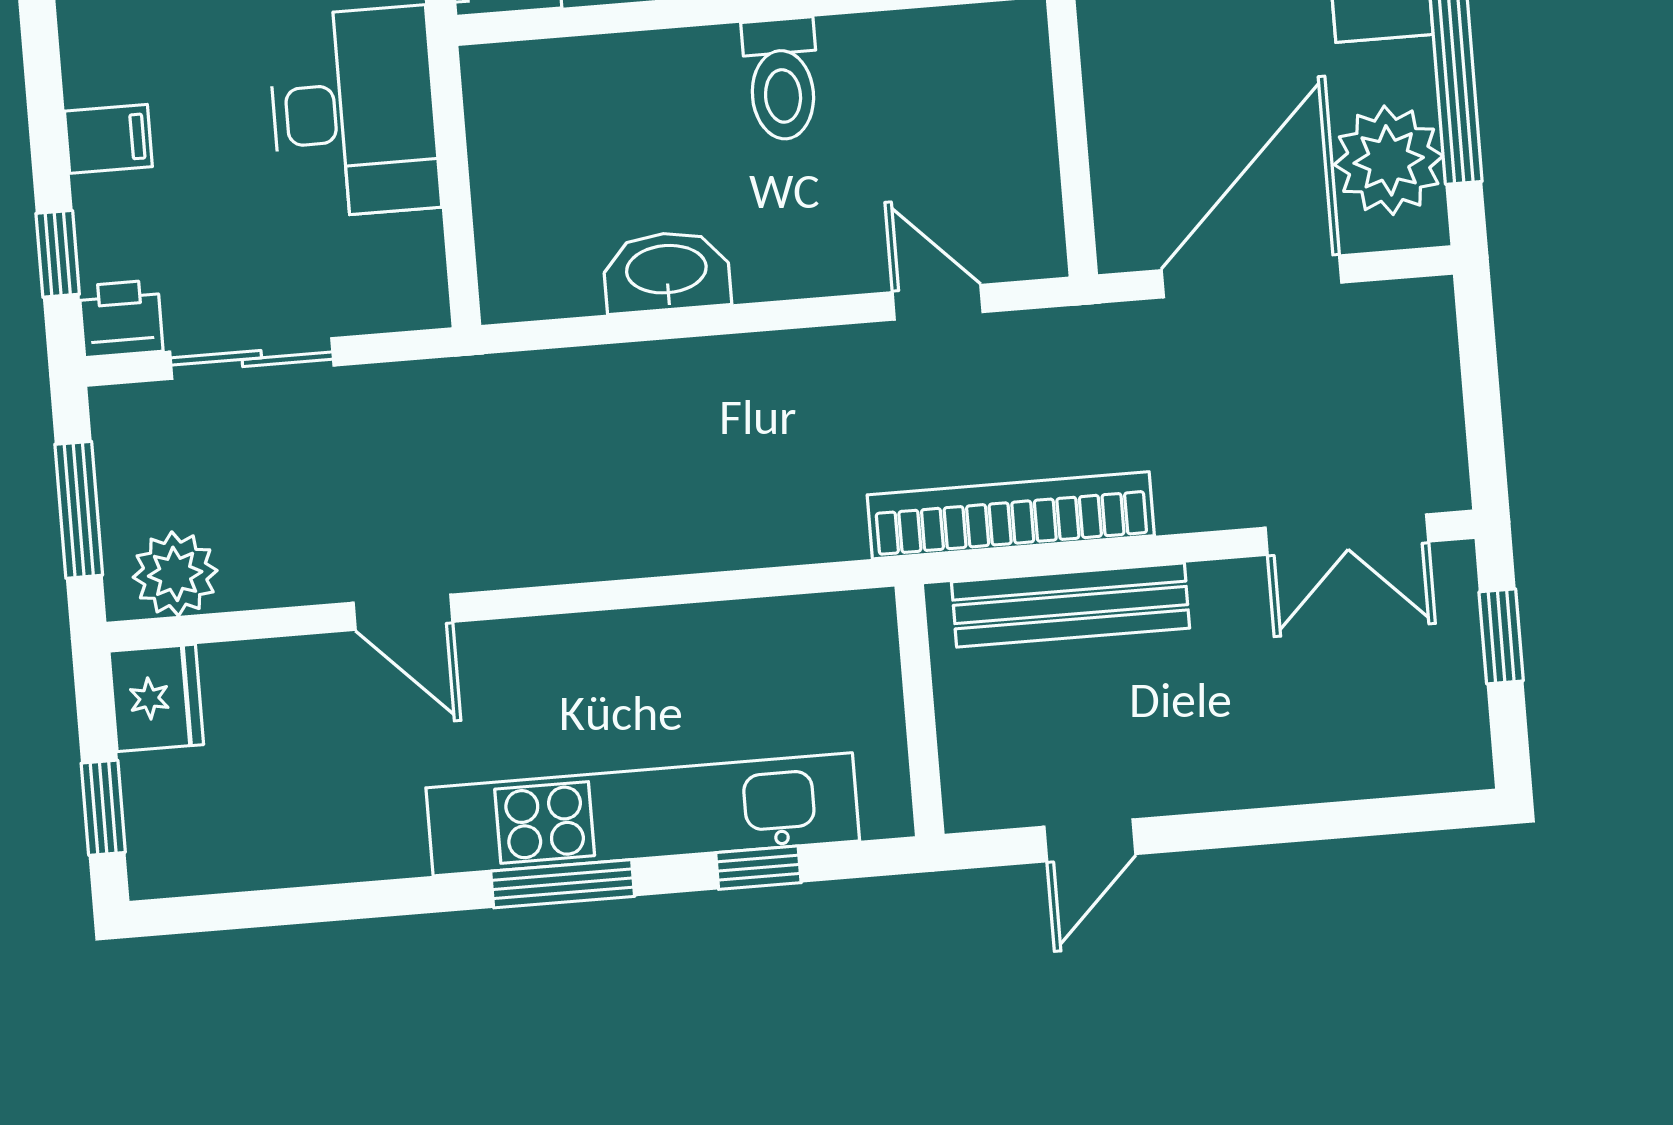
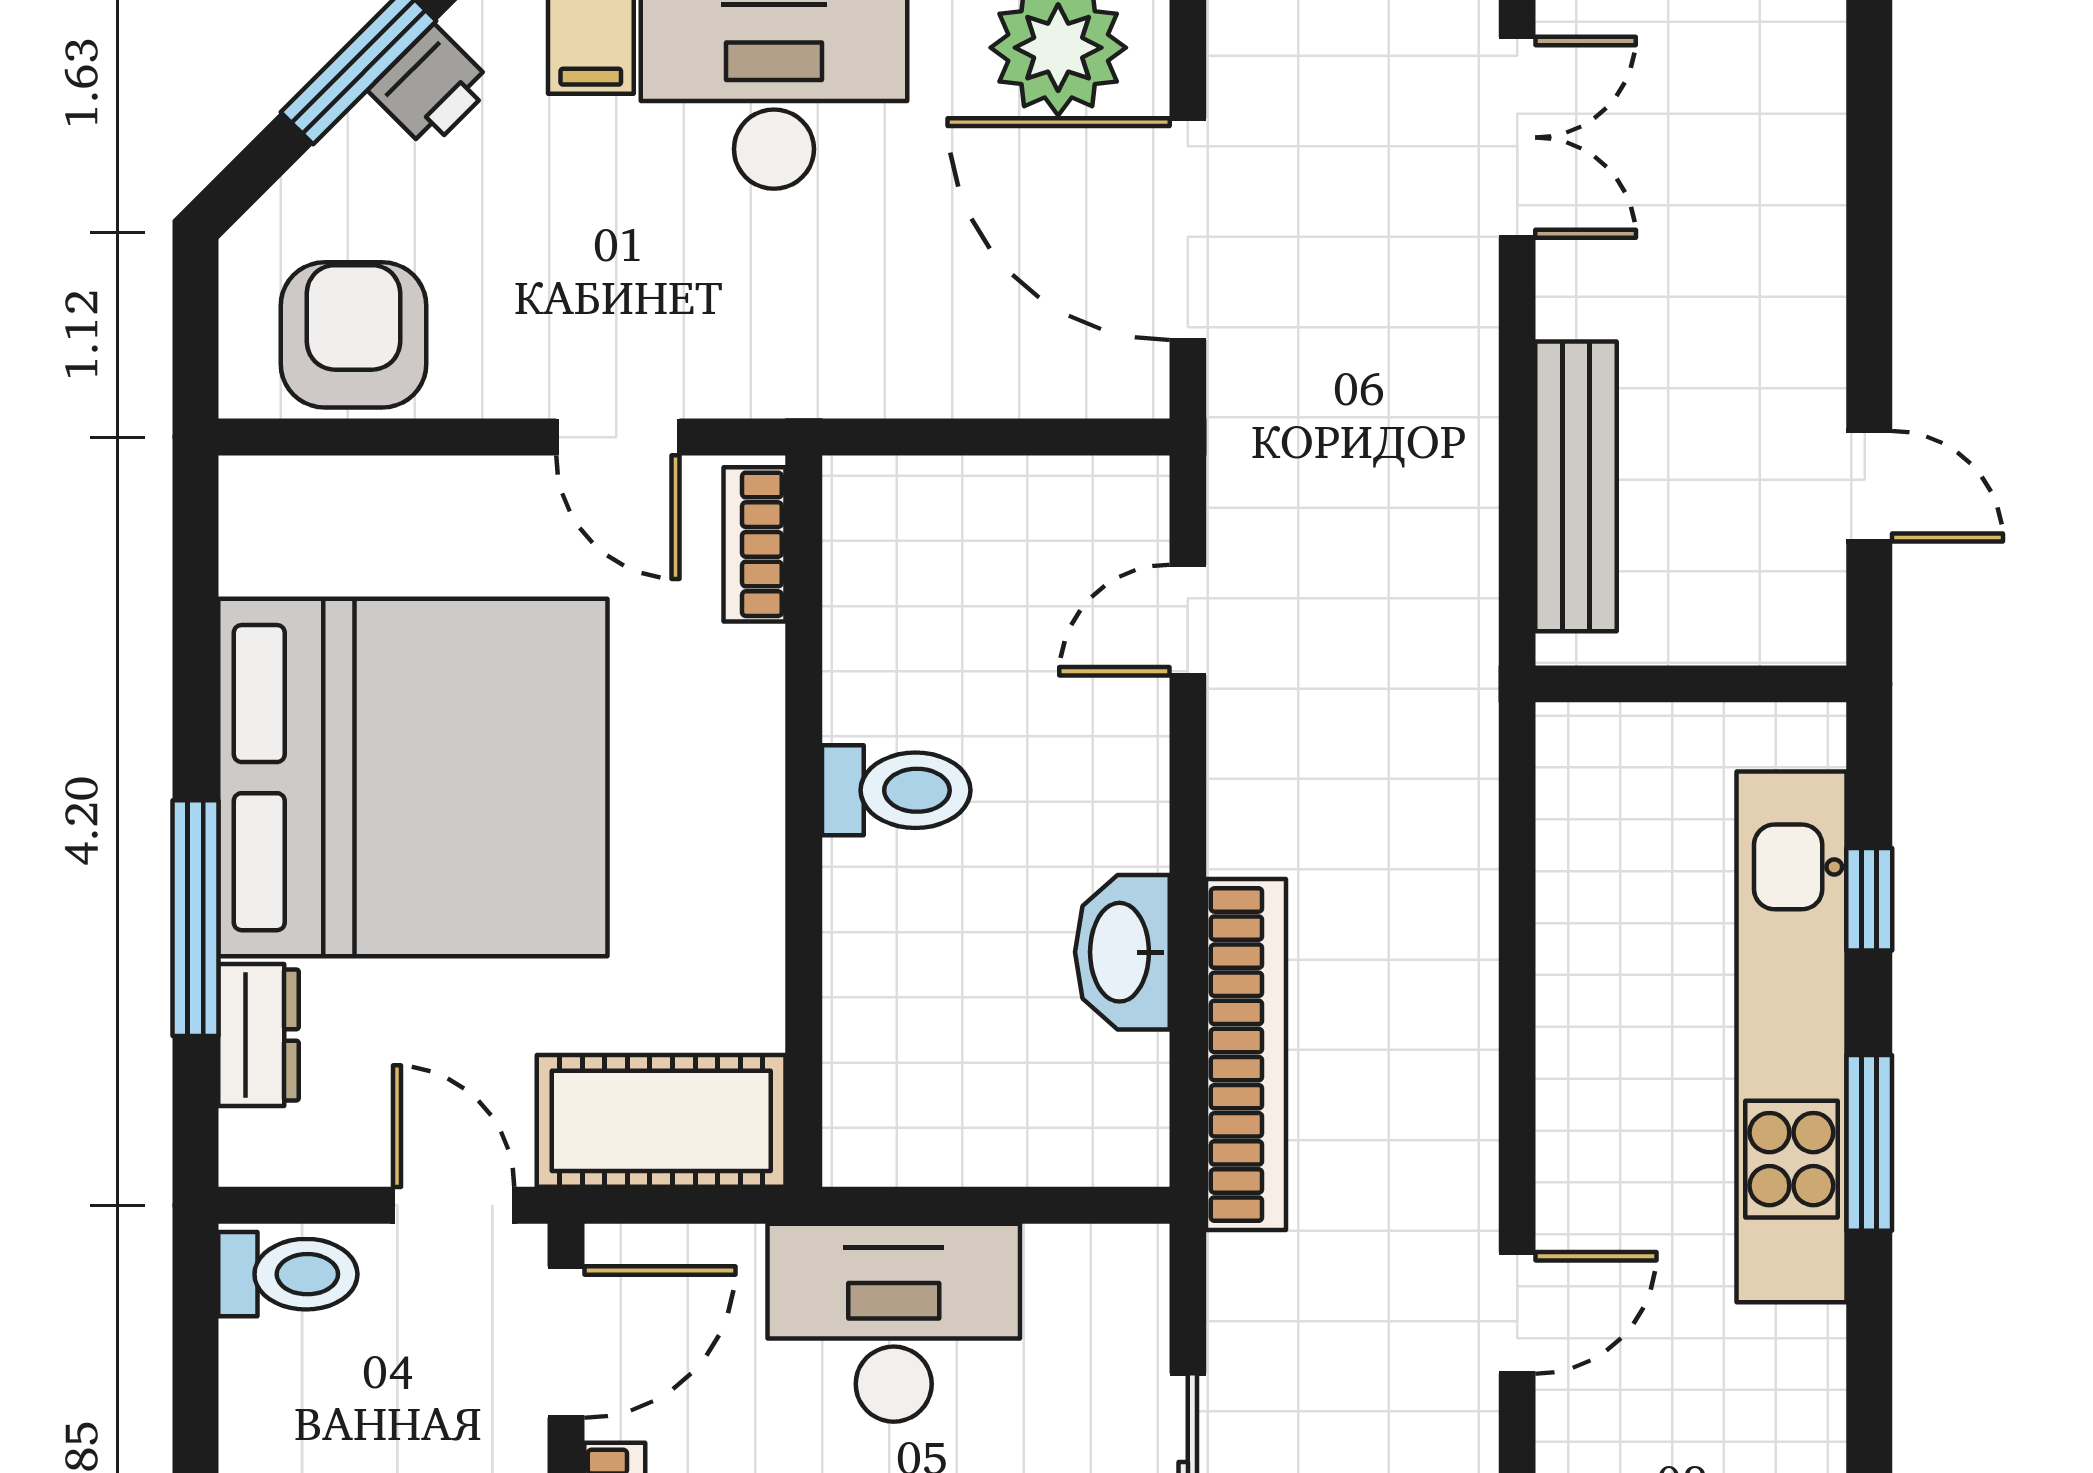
bookcase: (1011, 515) -> (1246, 1055), moved, turned 180

